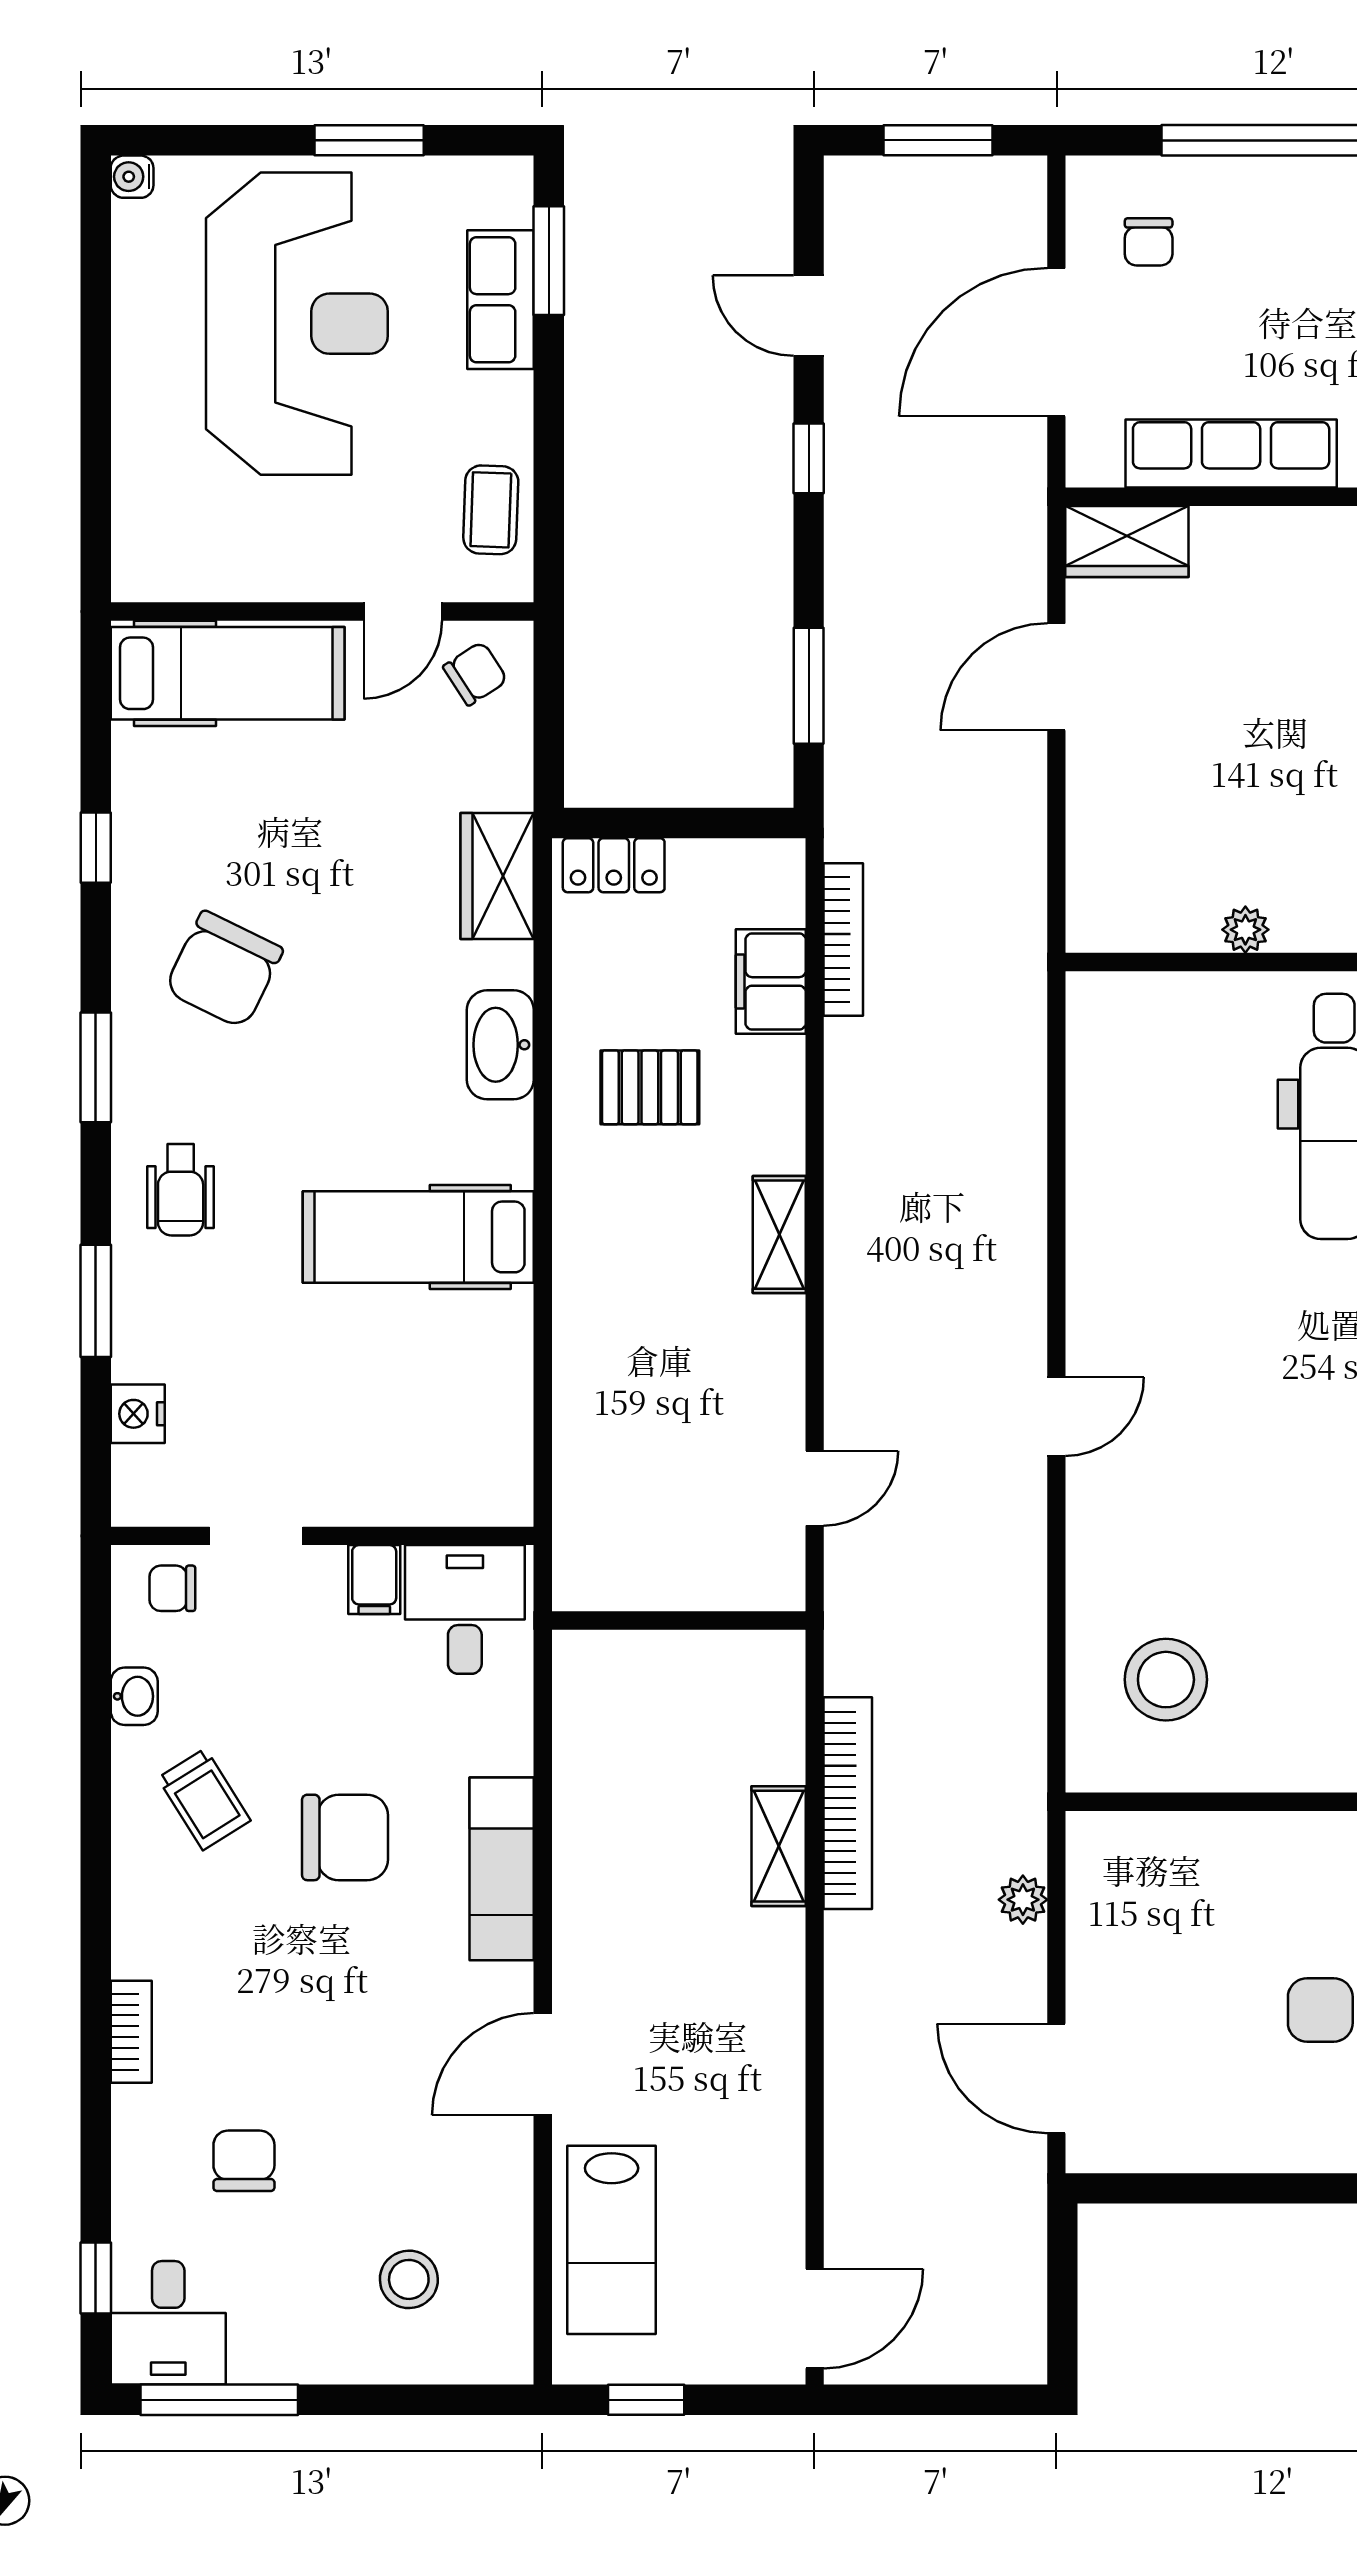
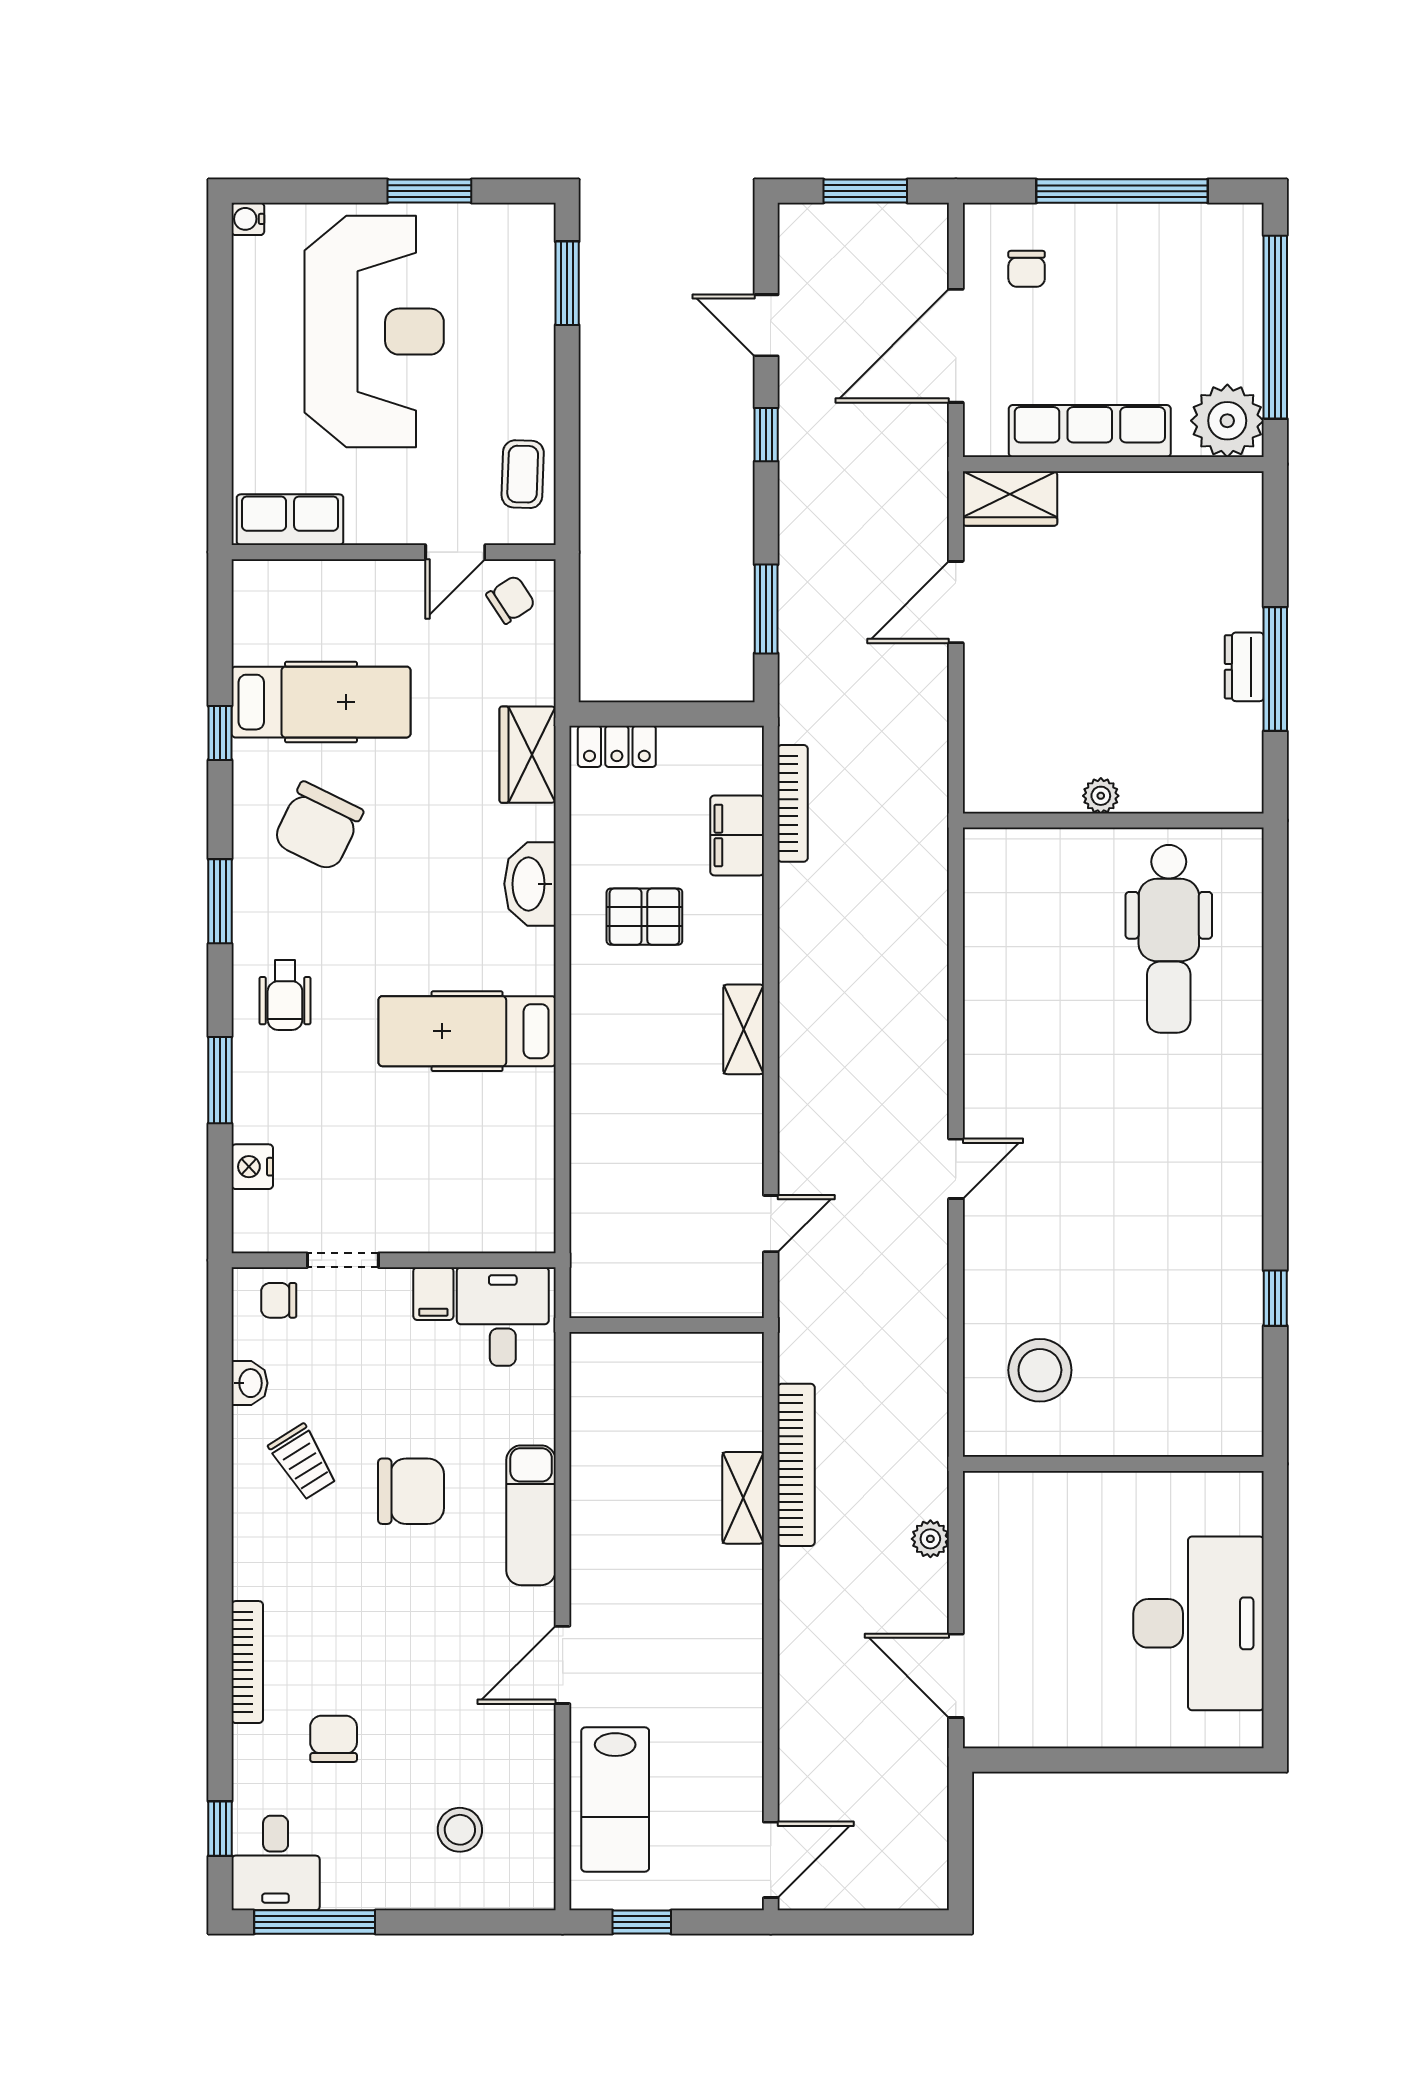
row of seats: (501, 300) -> (290, 520), moved, turned 90
hospital bed: (228, 673) -> (321, 702), moved
bookcase: (131, 2032) -> (247, 1662), width x1.56

